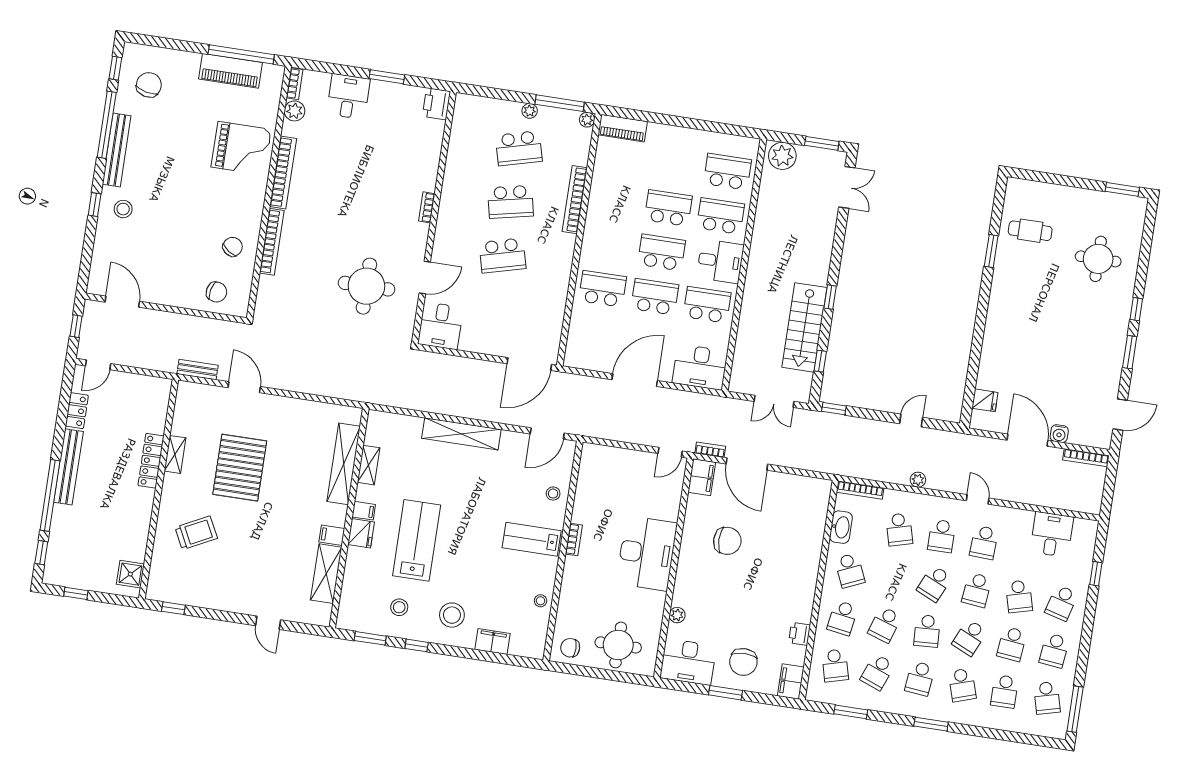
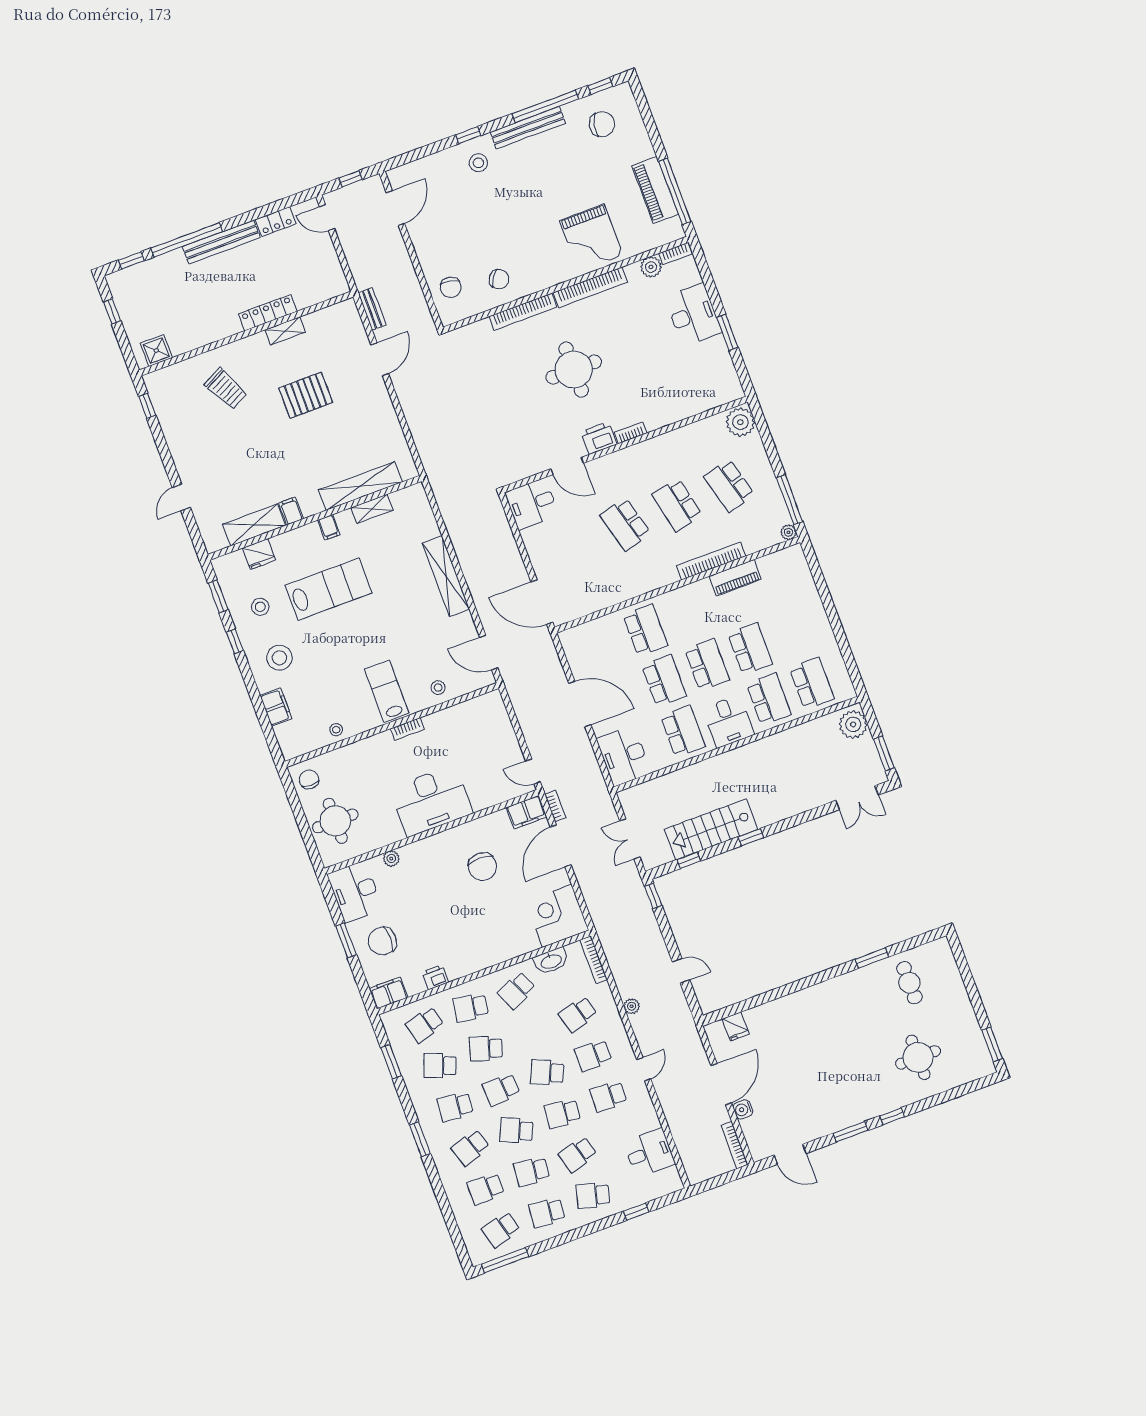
desk: (348, 97) -> (693, 315), width x1.37
printer: (436, 104) -> (599, 438), moved
plant: (530, 111) -> (740, 422), moved, width x1.87, depth x1.87
piano: (623, 128) -> (735, 578), moved, turned -90
round table: (366, 286) -> (574, 370), moved
pallet: (240, 468) -> (306, 395), width x0.73, depth x0.71
corner desk: (805, 500) -> (557, 916), added
fridge: (361, 533) -> (259, 554), moved

